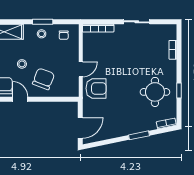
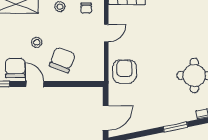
door: (81, 69) -> (106, 33), moved
armchair: (96, 88) -> (124, 71), turned -90

